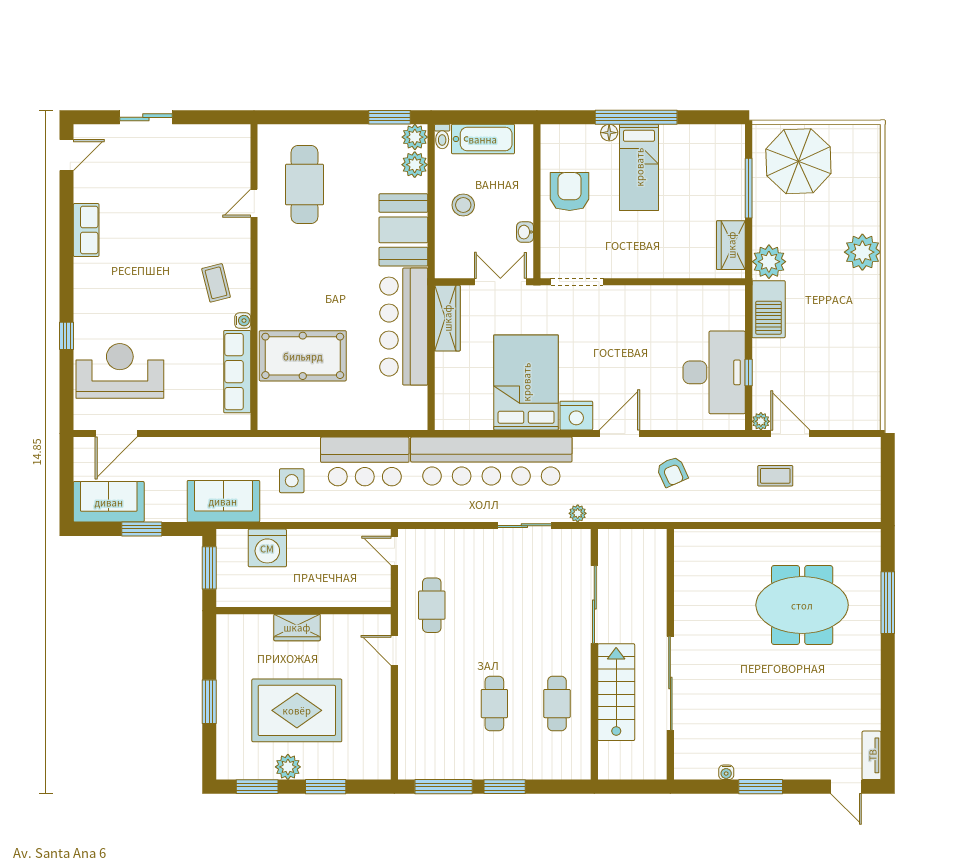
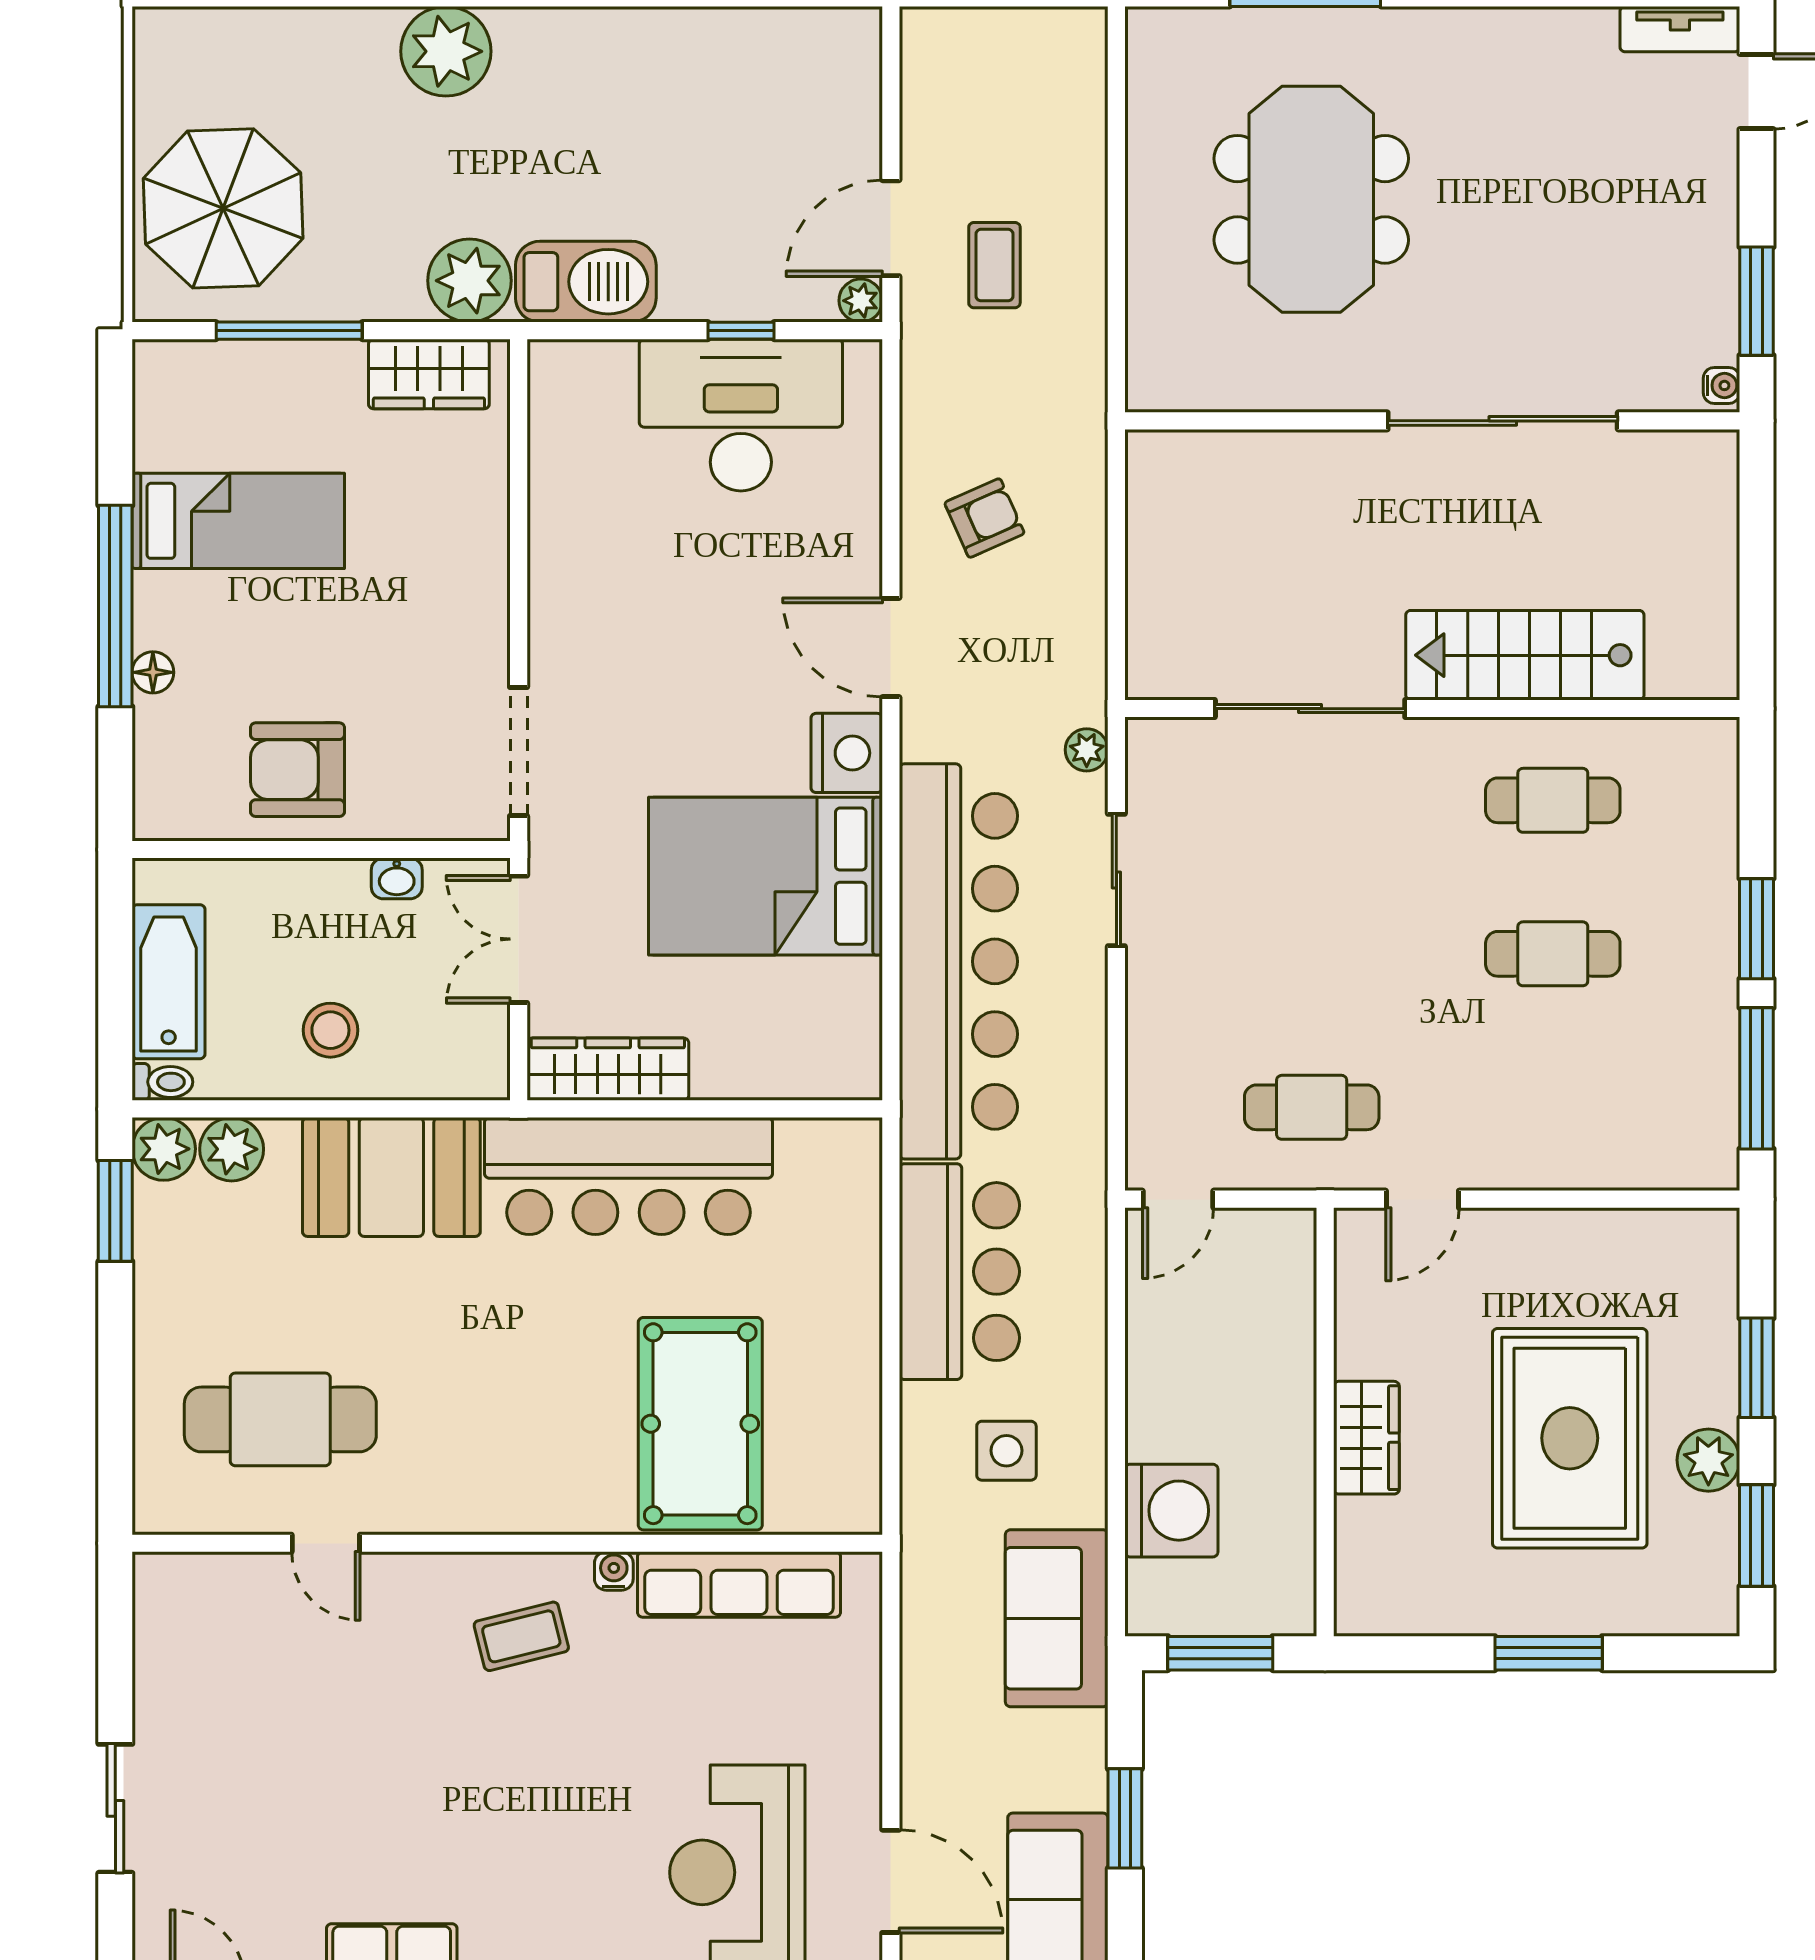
bed: (639, 167) -> (238, 521), moved
wall: (670, 654) -> (1432, 421), moved
sliding door: (670, 683) -> (1503, 421), moved

